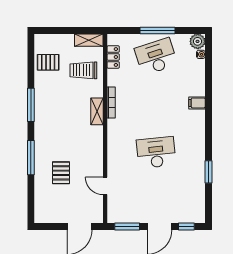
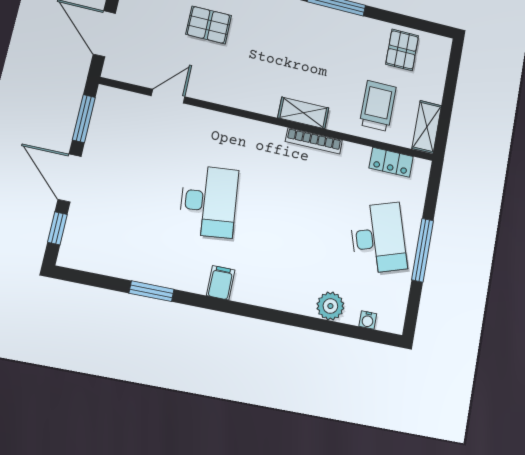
plant: (198, 41) -> (330, 306), moved
filing cabinet: (197, 103) -> (221, 283), moved

